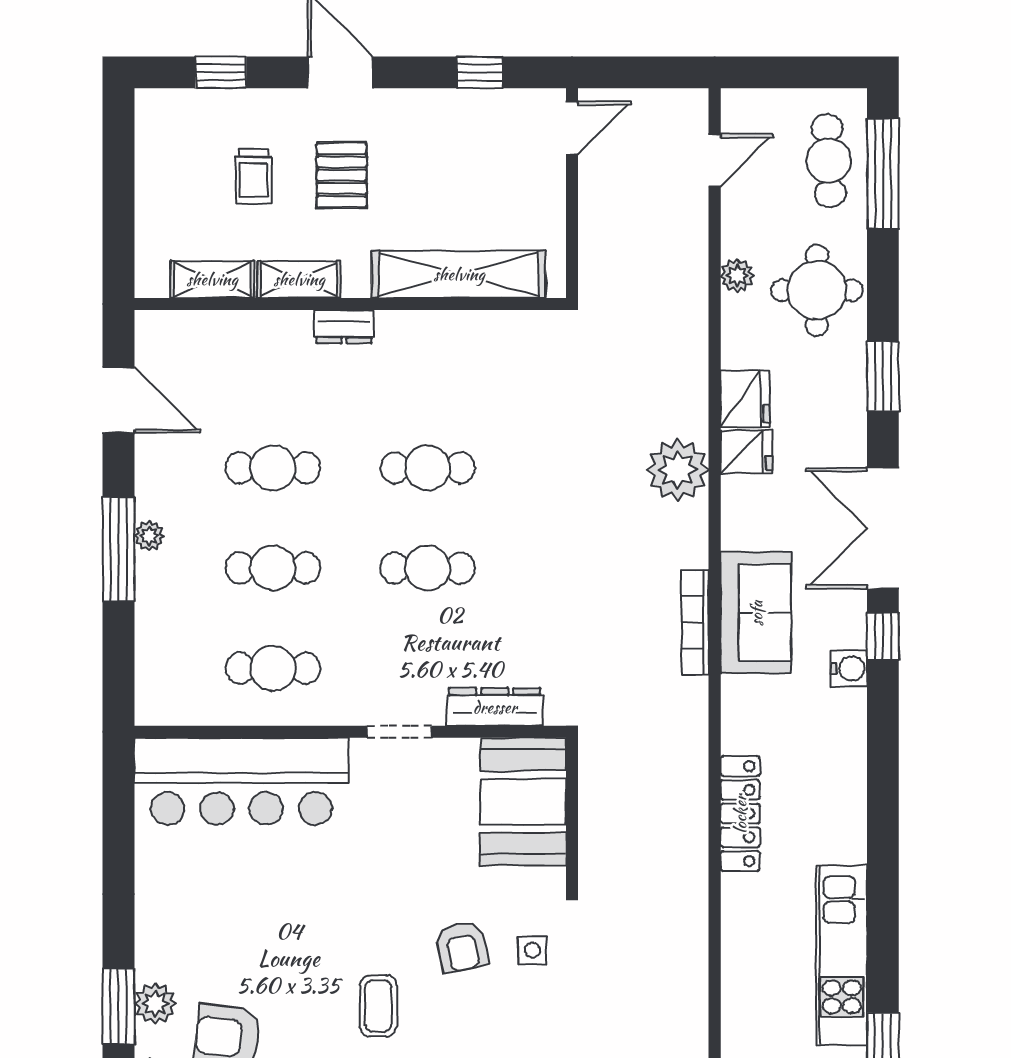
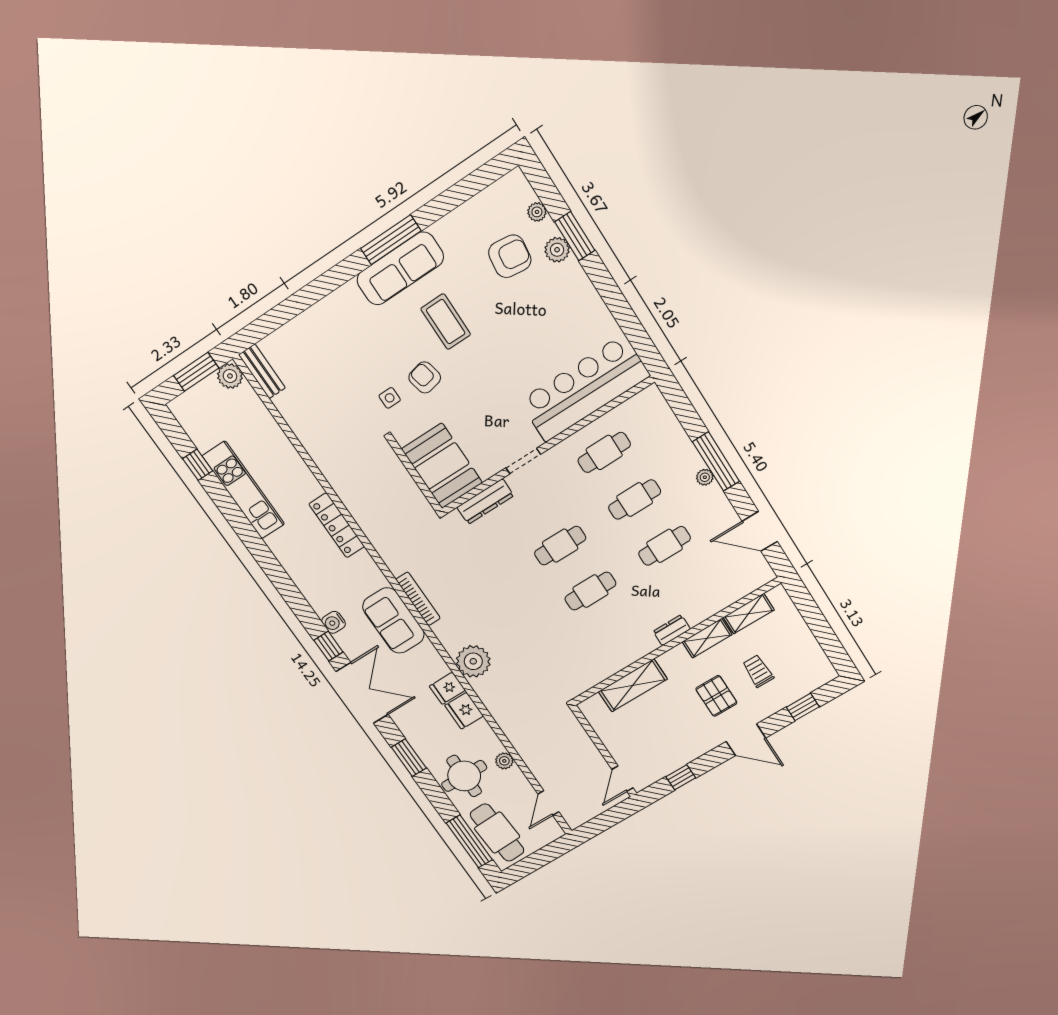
cafe table: (829, 161) -> (497, 833), width x1.37, depth x1.35
shelving: (459, 274) -> (633, 685), width x0.68
coffee table: (378, 1006) -> (446, 322), width x1.36, depth x1.30

